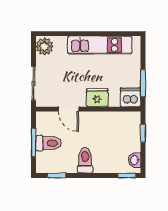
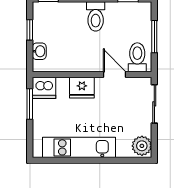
window: (143, 133) -> (30, 30), moved
toilet: (49, 143) -> (137, 57), moved, turned 90
washbasin: (135, 160) -> (39, 51), moved

